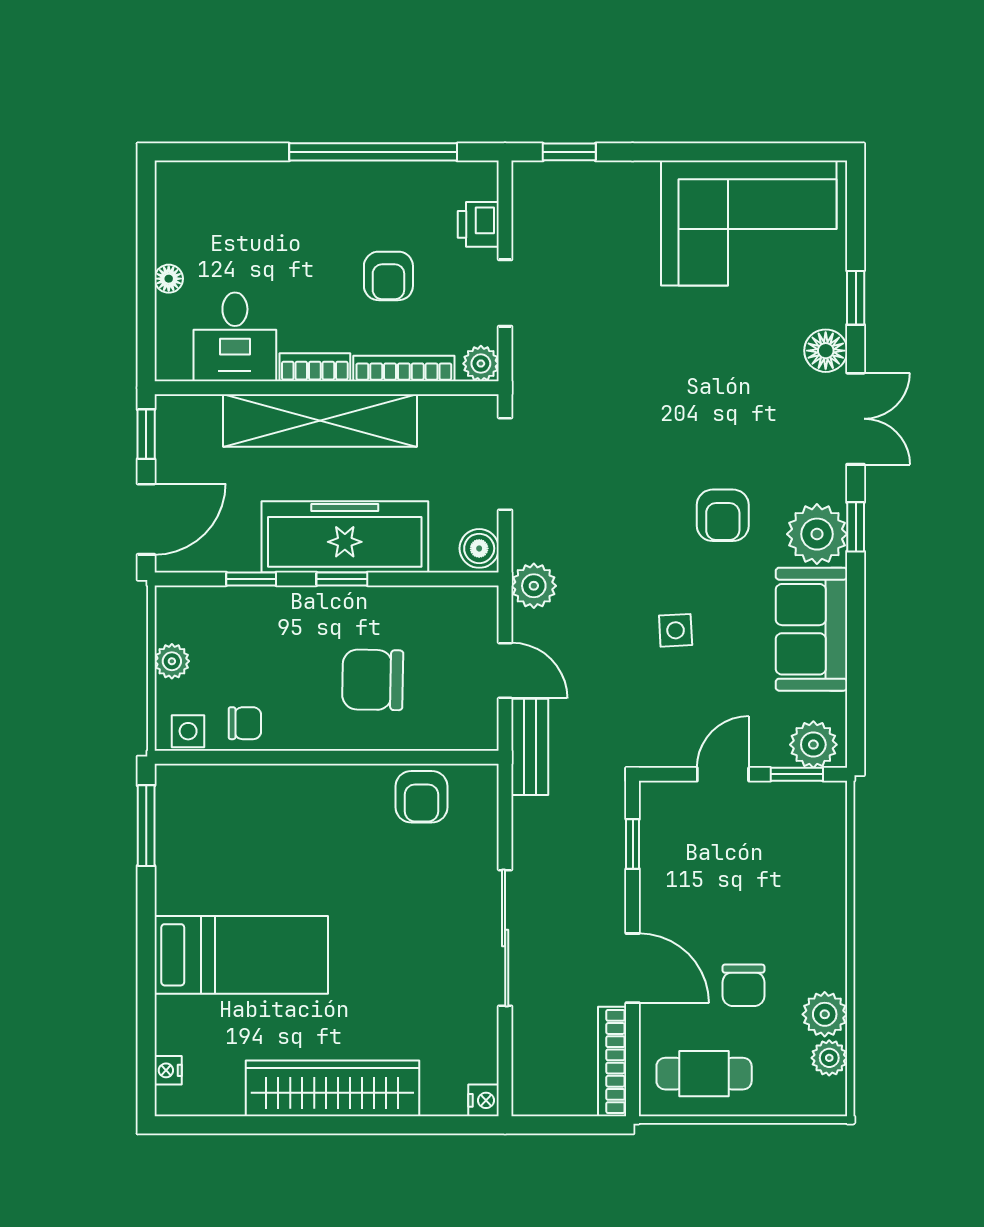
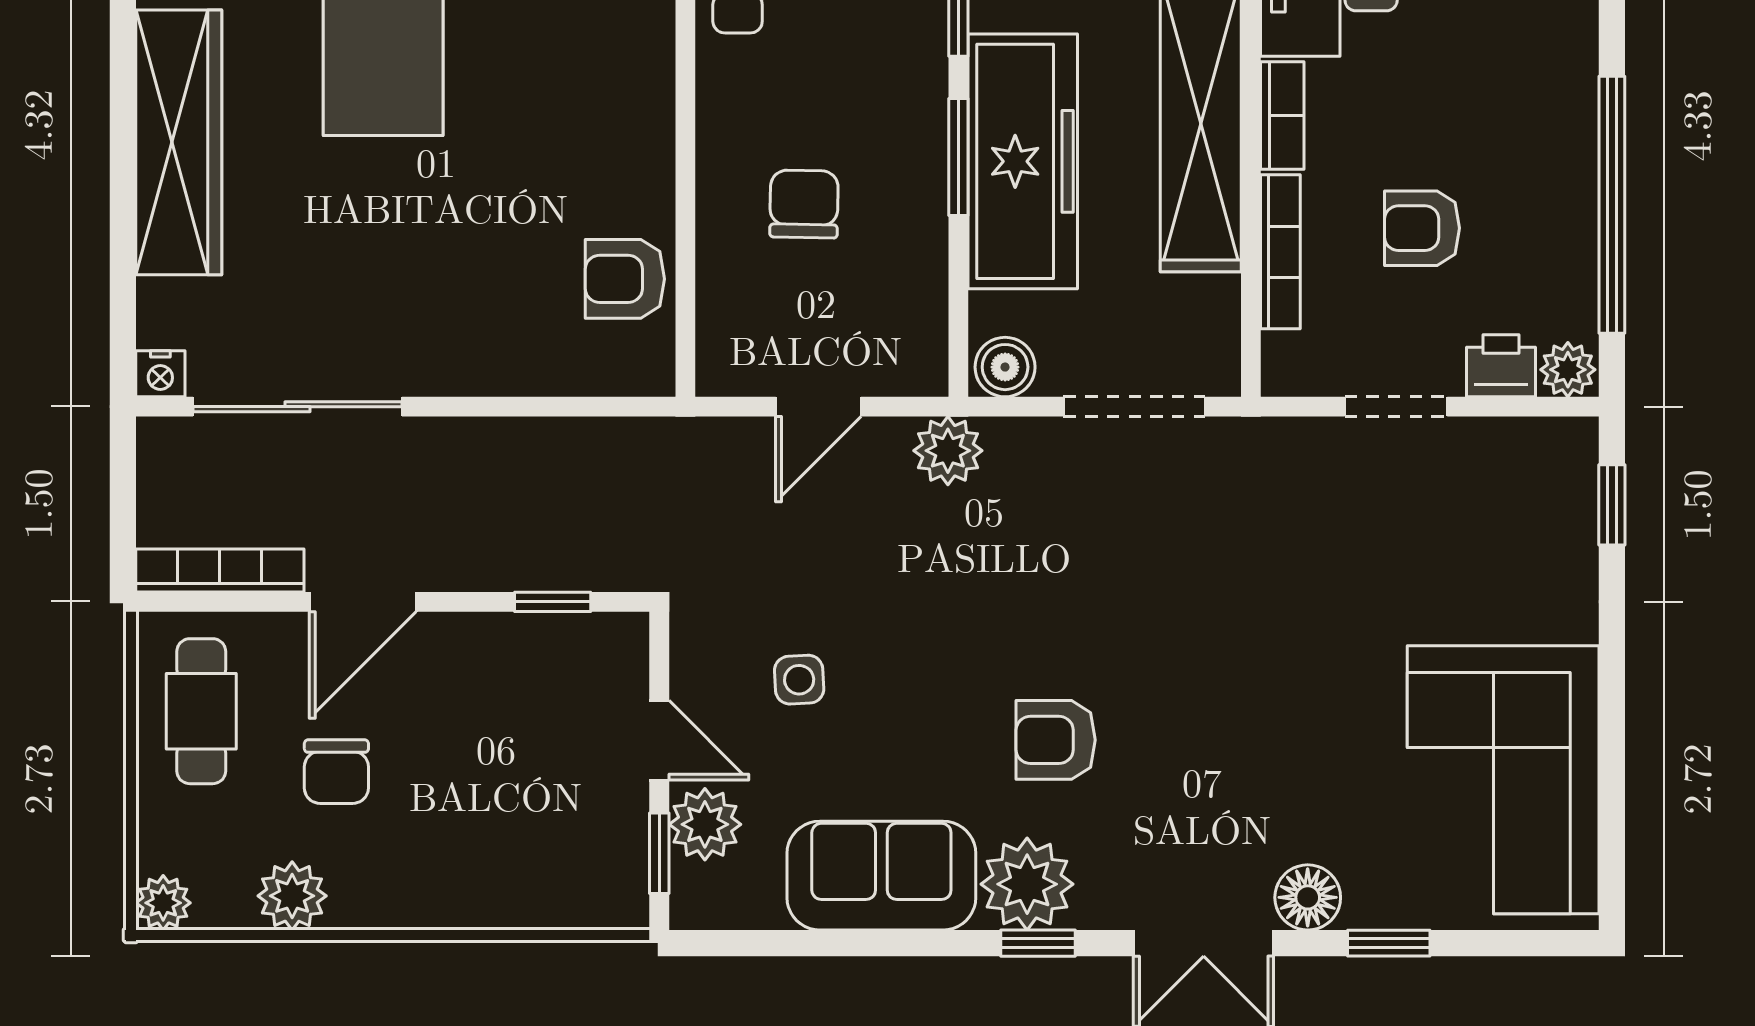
plant: (481, 364) -> (1568, 370), moved
window: (342, 579) -> (958, 157), width x1.50
side table: (676, 630) -> (799, 680), moved
chair: (373, 680) -> (804, 204), width x0.73, depth x0.73
plant: (813, 745) -> (705, 824), moved
bench: (530, 747) -> (701, 445), removed
sliding door: (505, 938) -> (297, 407), moved
chair: (744, 985) -> (336, 772), turned -90
plant: (829, 1058) -> (163, 903), moved

